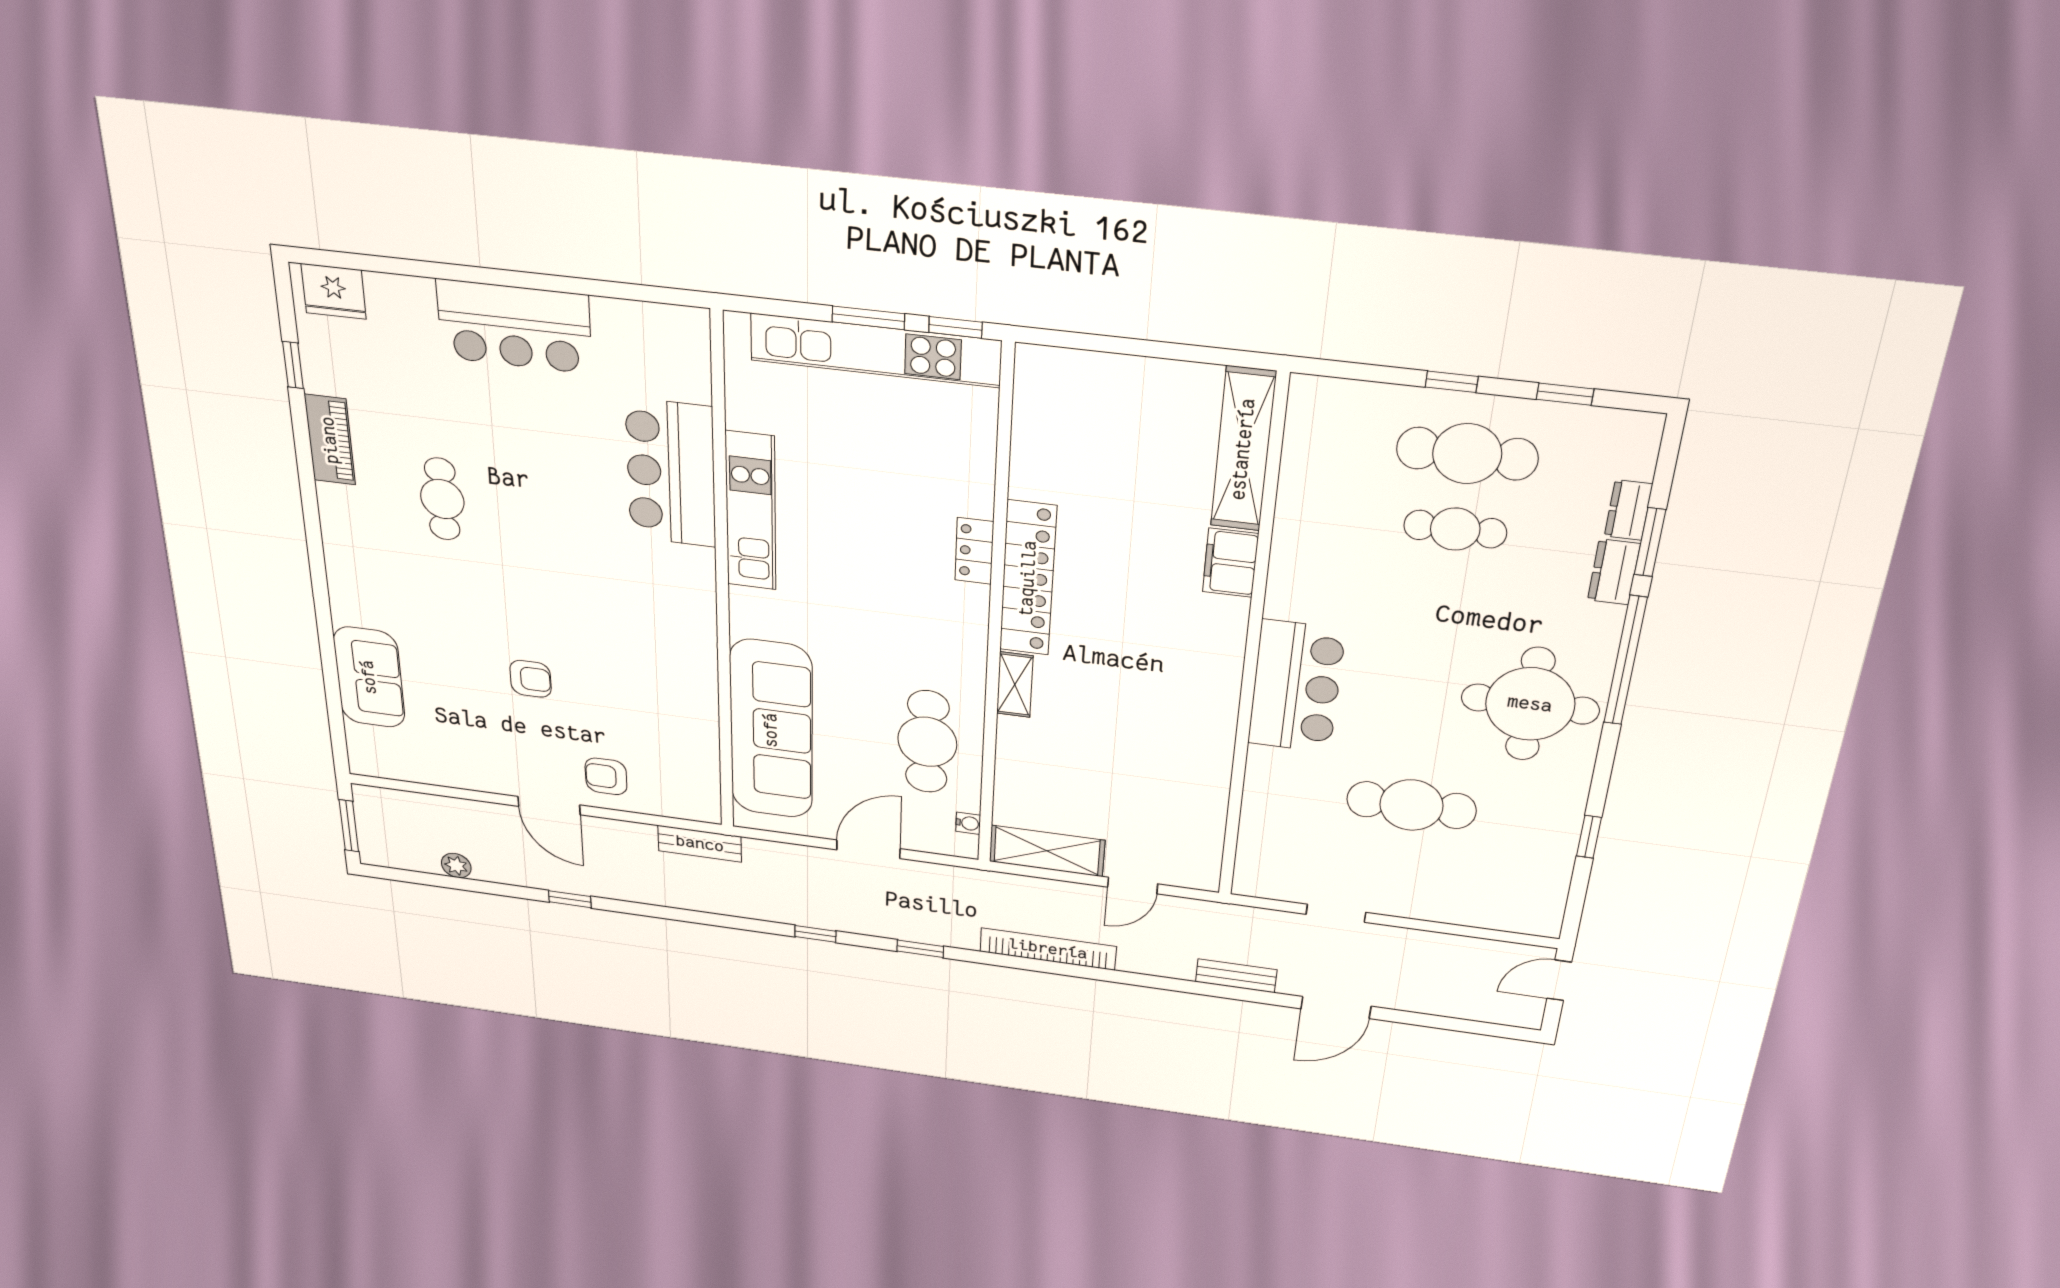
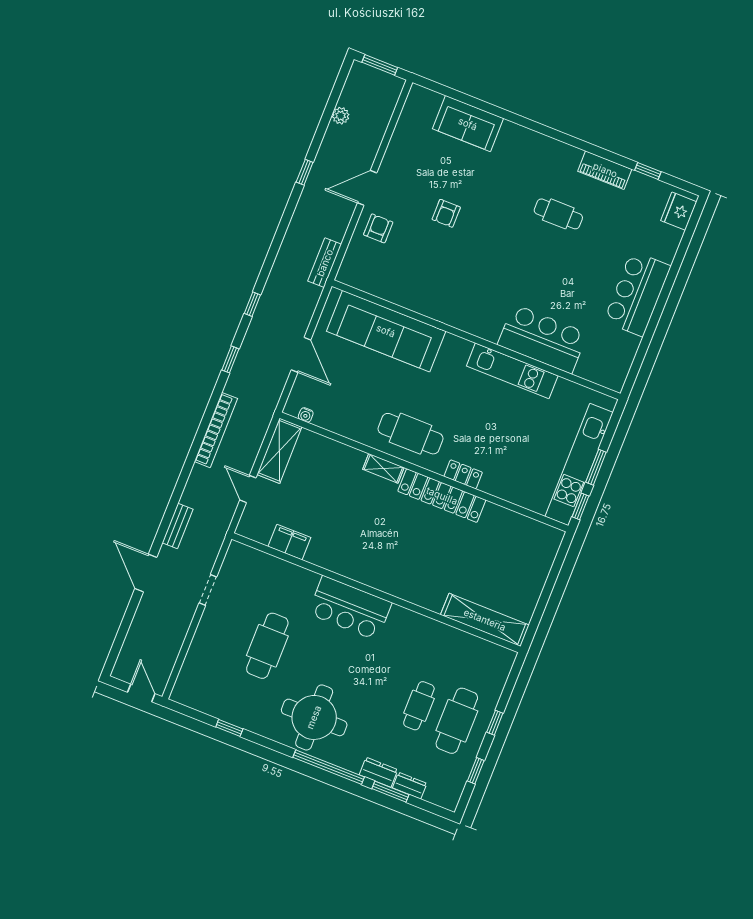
filing cabinet: (1230, 563) -> (289, 542), moved
cafe table: (927, 742) -> (411, 434), moved

